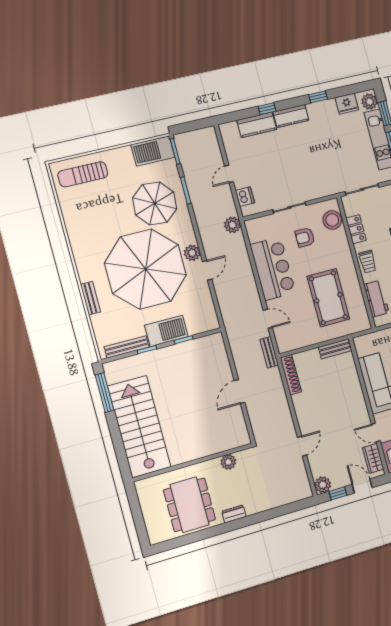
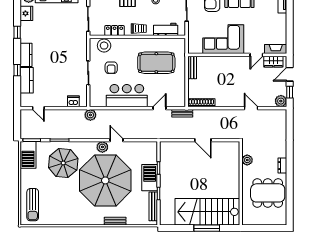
door: (229, 174) -> (38, 108), moved
window: (105, 393) -> (207, 228), moved

